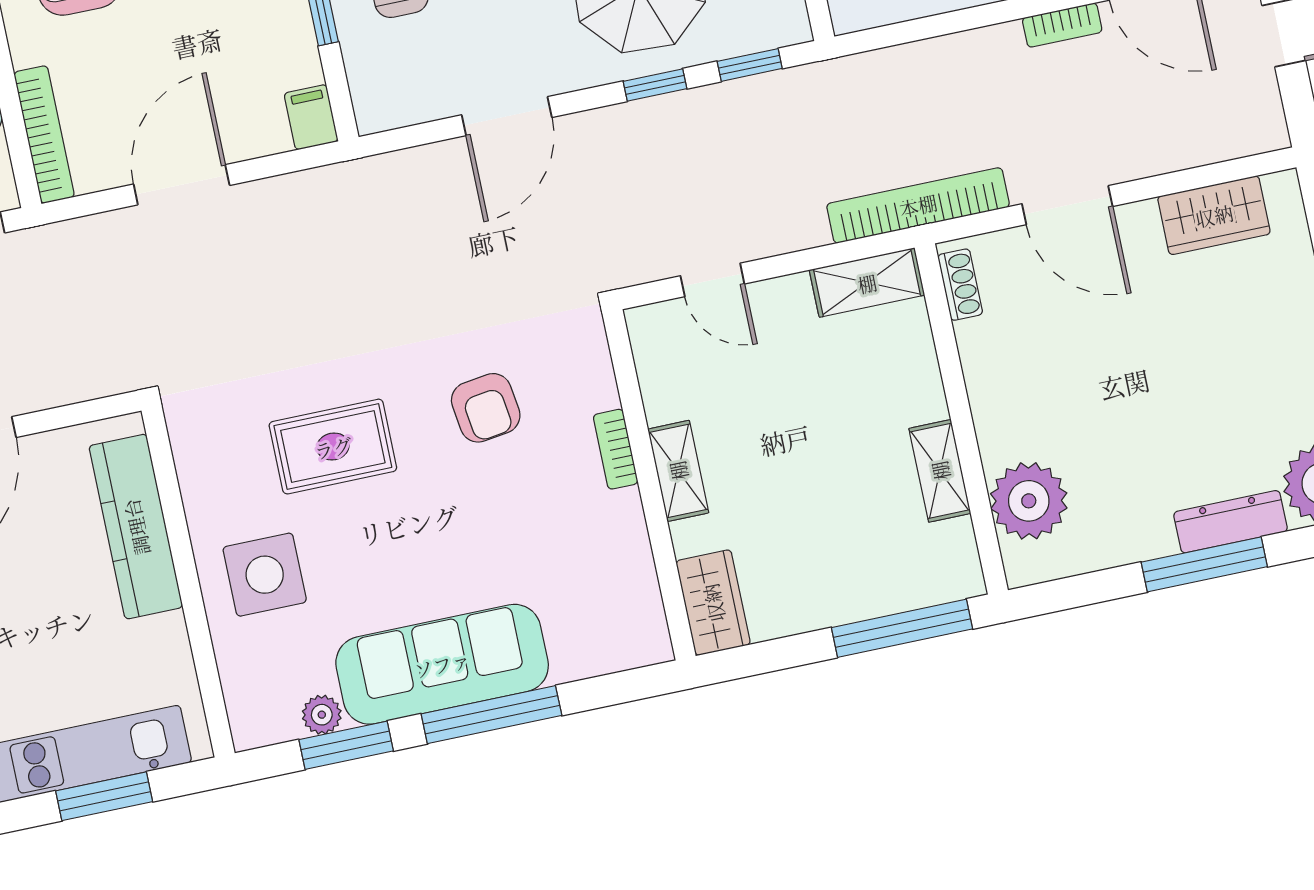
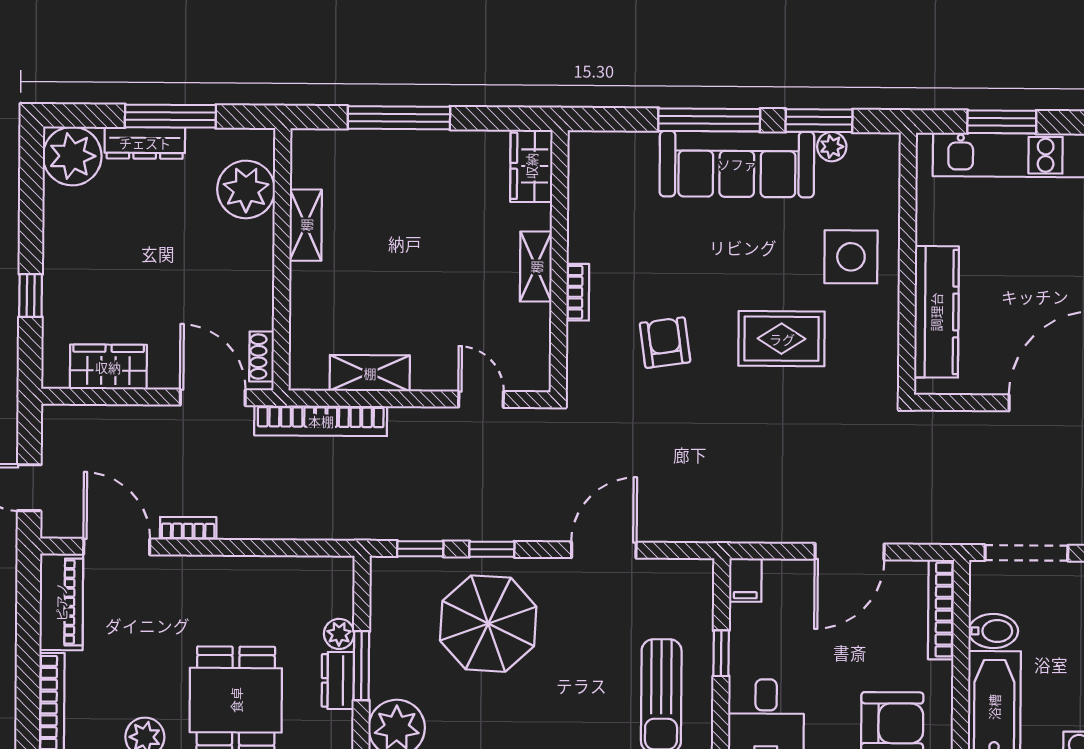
shoe rack: (960, 285) -> (262, 357), moved
wall: (961, 419) -> (282, 259), moved
shelving: (940, 471) -> (306, 225), moved
plant: (1029, 501) -> (246, 189), moved

